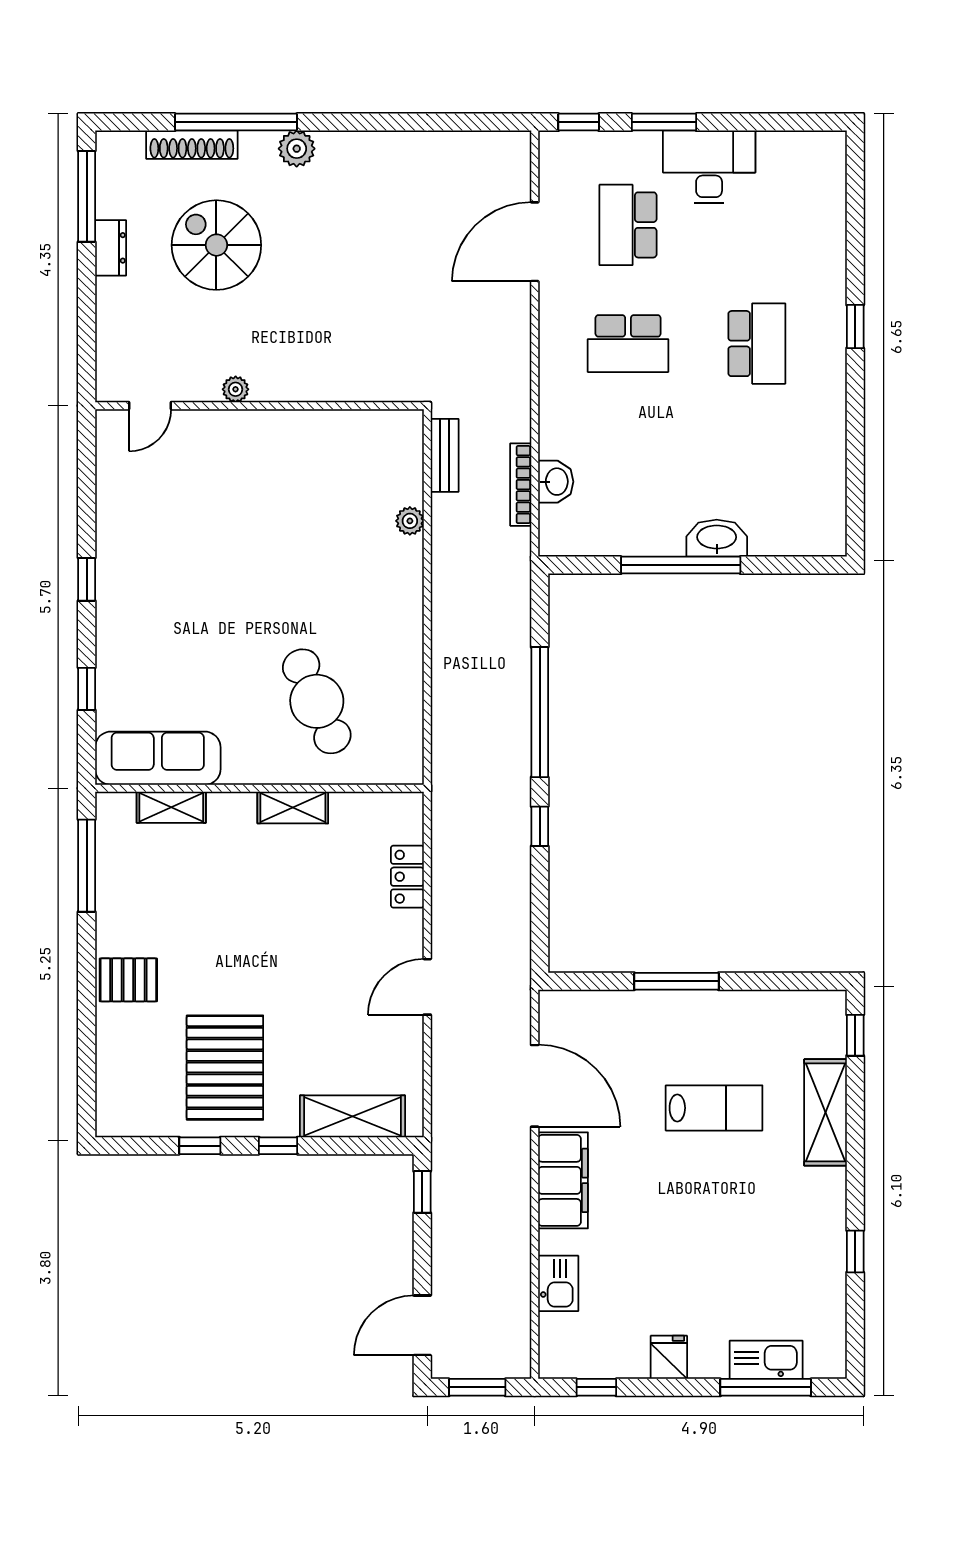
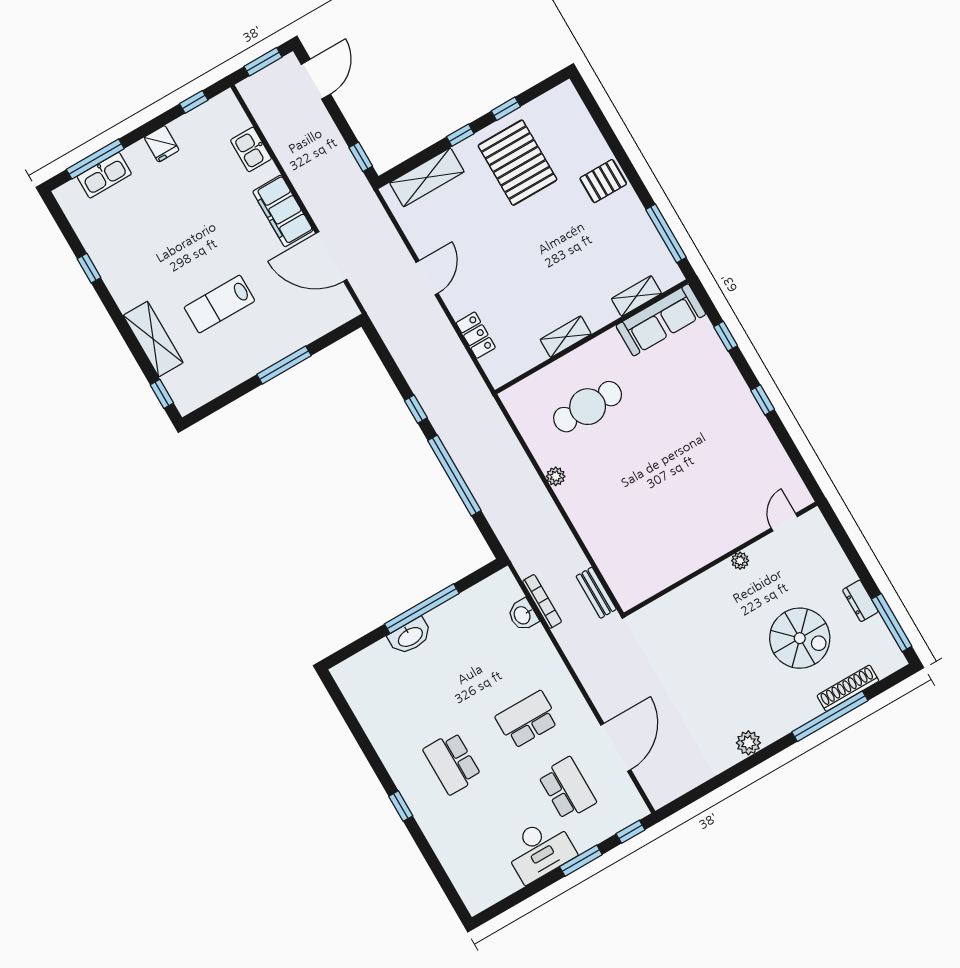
plant: (297, 149) -> (748, 743), moved
plant: (410, 521) -> (556, 476), moved
cafe table: (317, 701) -> (588, 407), turned -66

